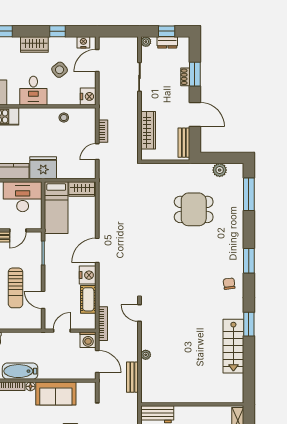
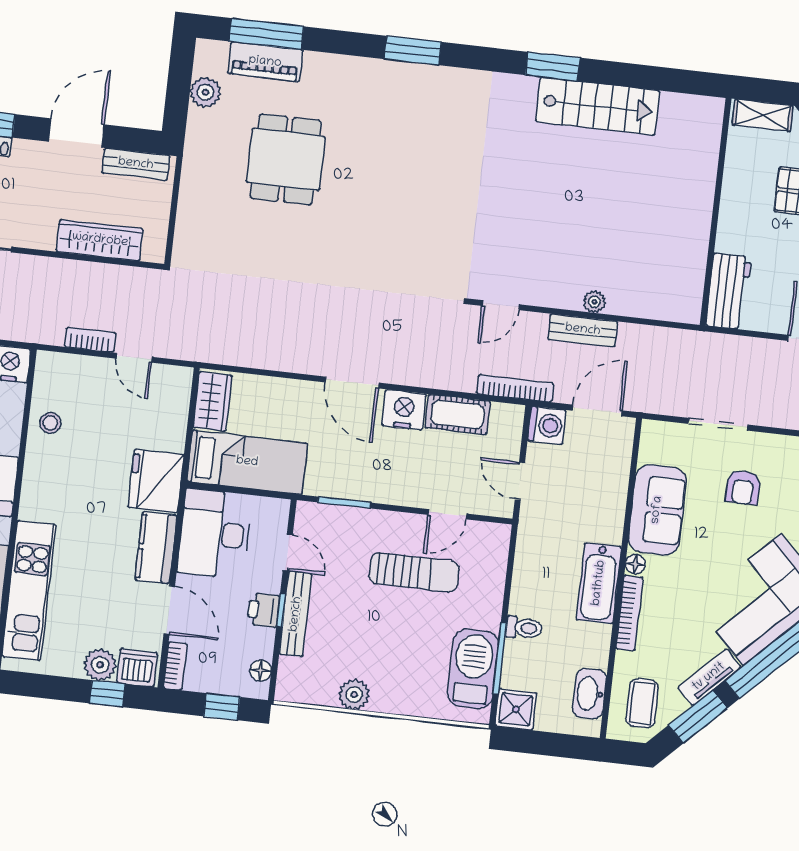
piano: (236, 195) -> (265, 62), added
chair: (229, 284) -> (458, 100), removed
bench: (132, 377) -> (583, 330), moved

